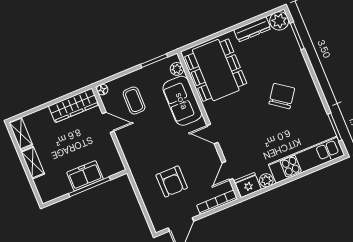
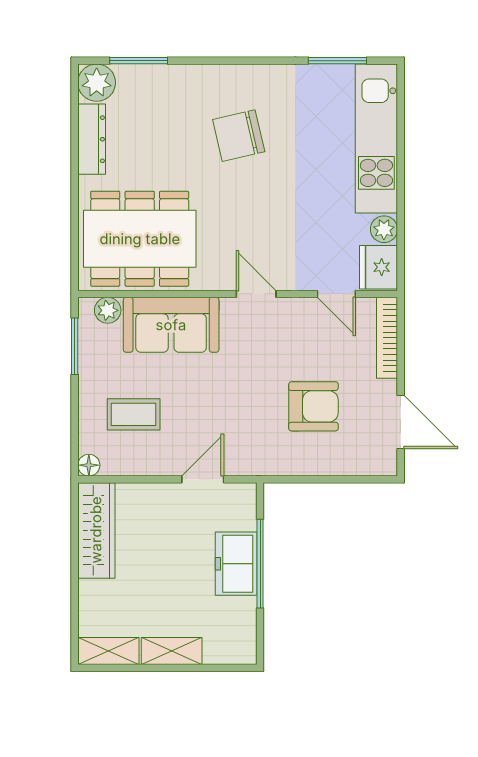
chair: (282, 96) -> (239, 136), turned -49
door: (108, 122) -> (203, 479), moved
door: (212, 134) -> (256, 294), swing flipped

